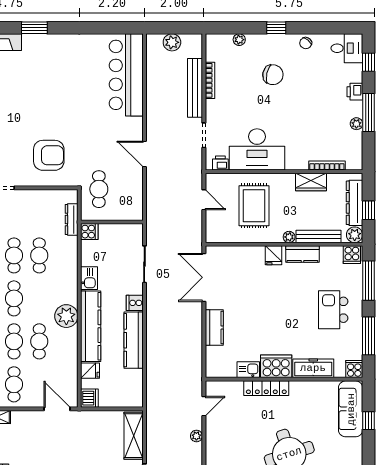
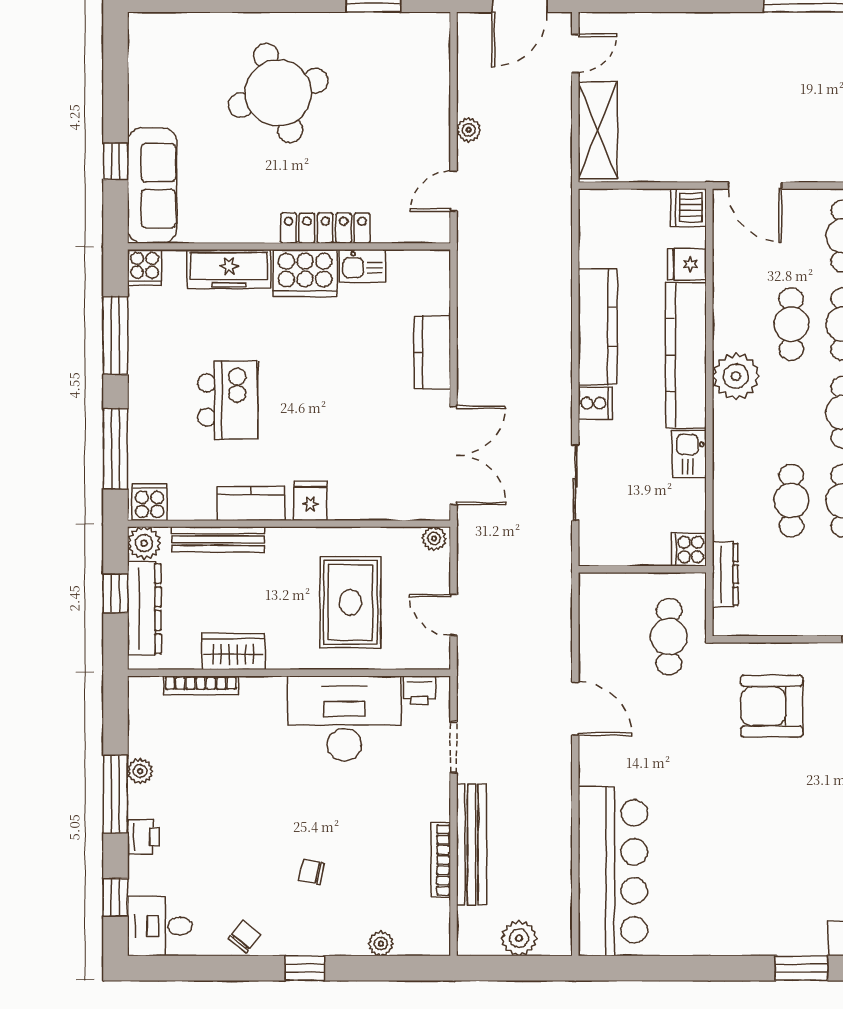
chair: (273, 75) -> (312, 872), width x0.54, depth x0.54
plant: (289, 237) -> (434, 538), moved
kitchen island: (333, 310) -> (228, 400), moved

